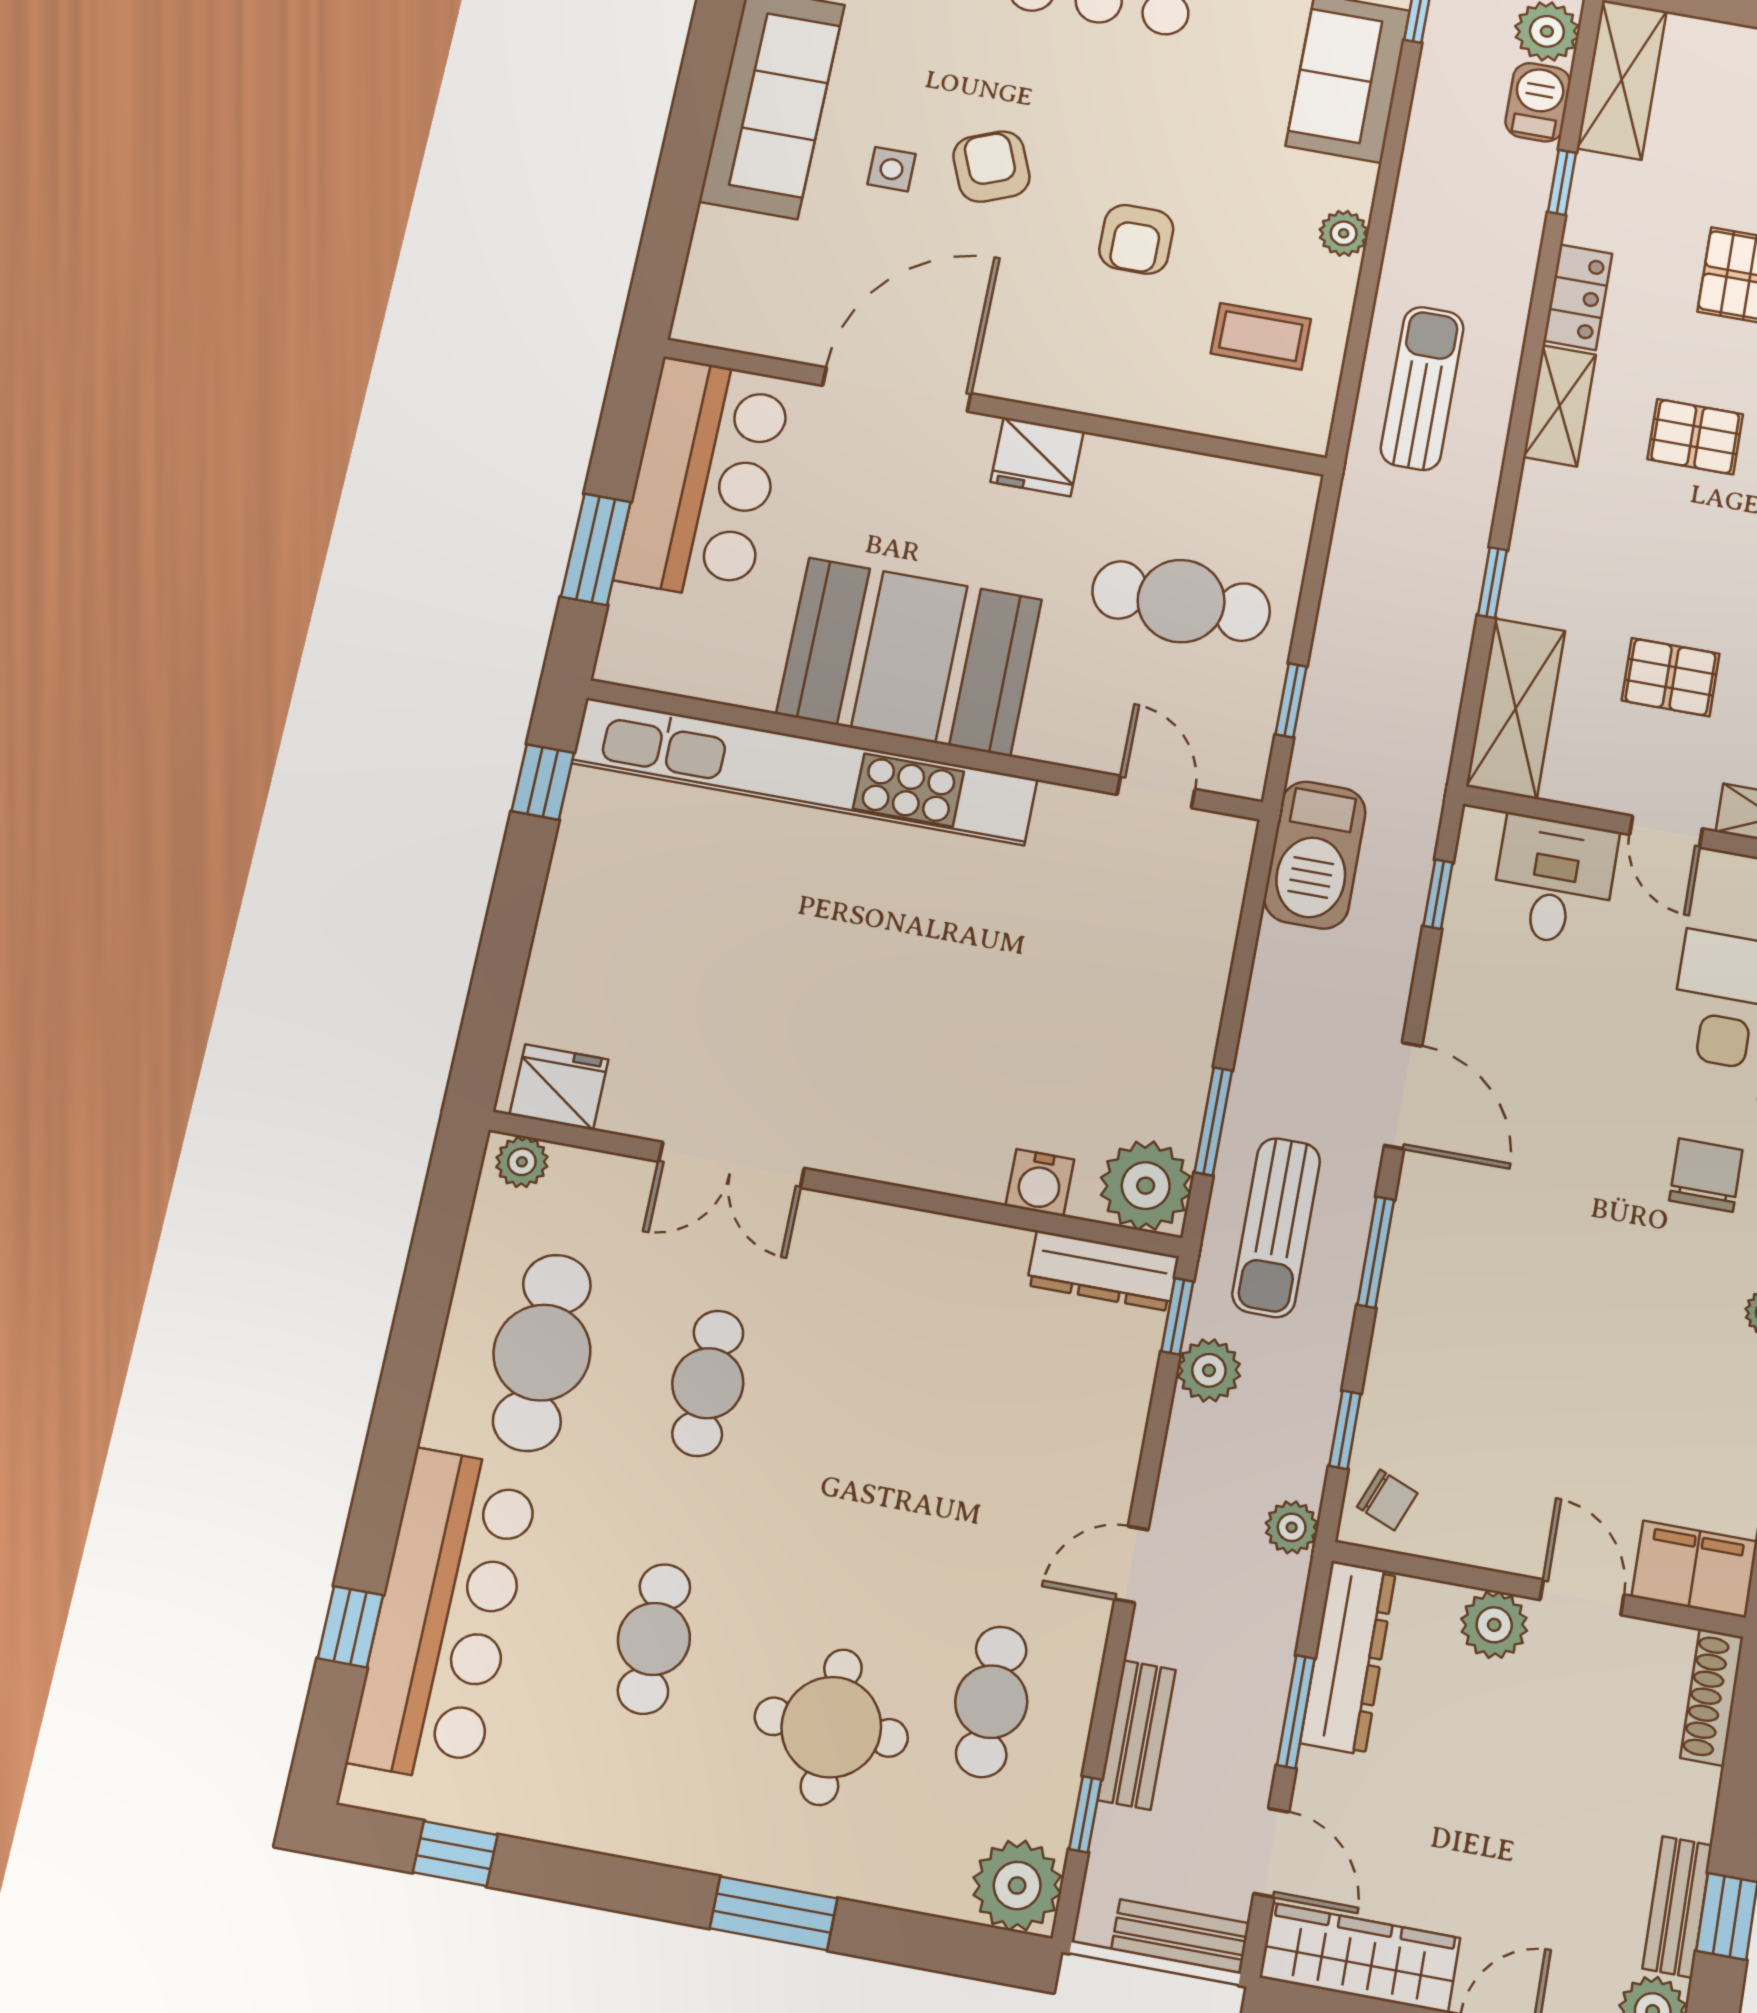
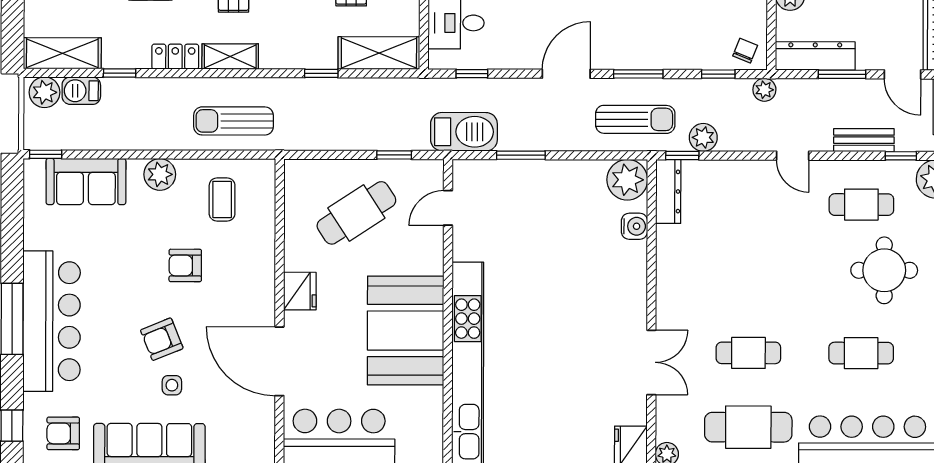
plant: (1344, 233) -> (160, 174), width x1.38, depth x1.38
armchair: (1136, 239) -> (185, 265), turned 180
cafe table: (1181, 601) -> (356, 213), turned 57
window: (1213, 1121) -> (521, 155), moved
door: (1271, 1853) -> (902, 74), swing flipped

